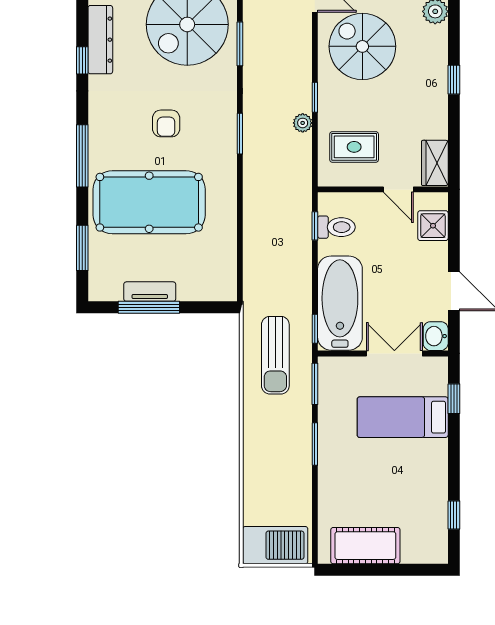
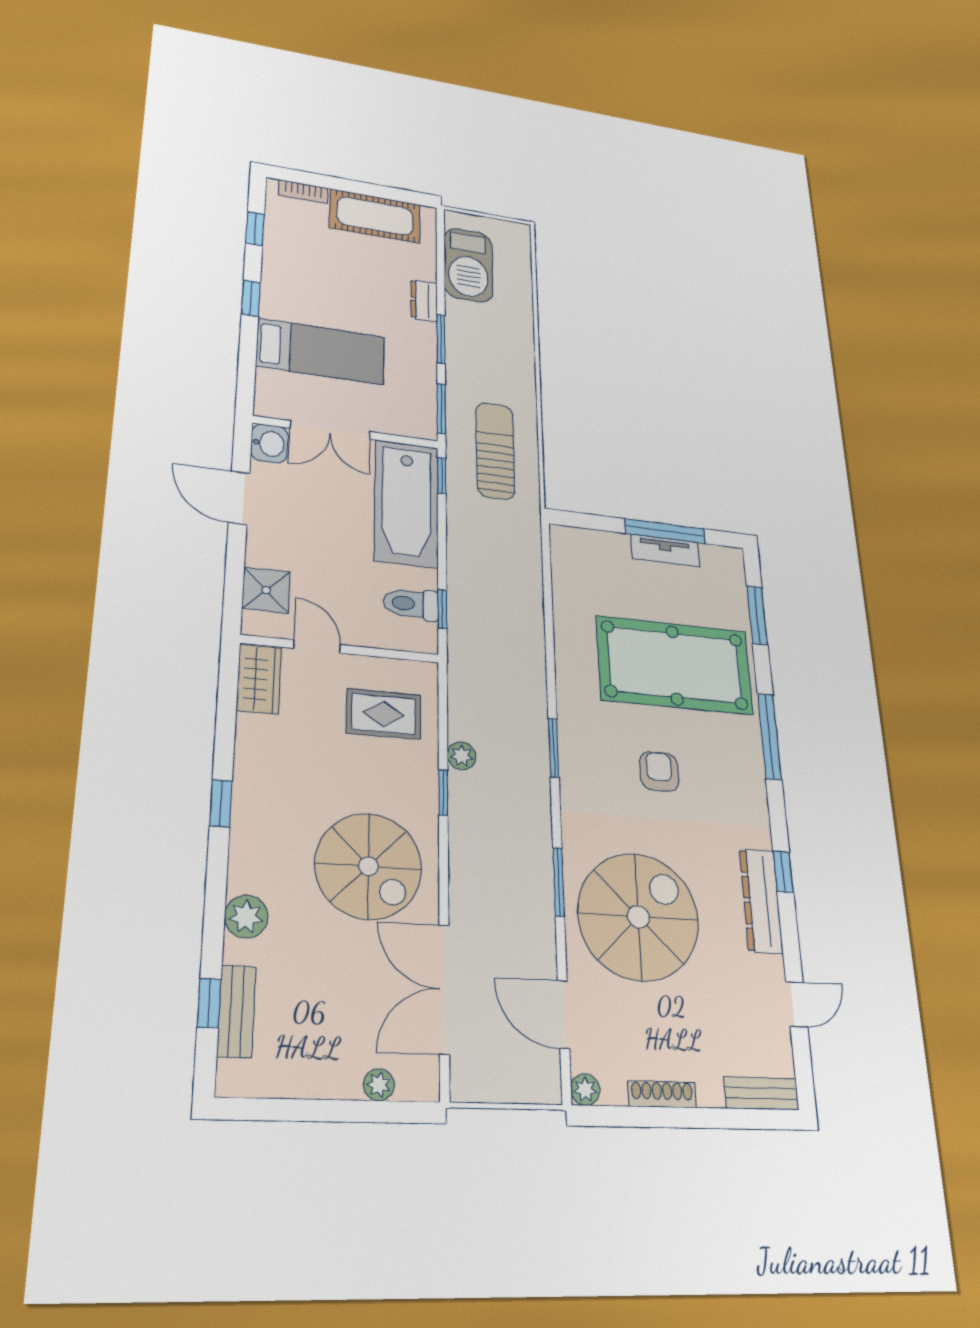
window: (454, 399) -> (251, 298), moved
dresser: (328, 476) -> (424, 301), added
barbecue: (275, 545) -> (468, 265), moved, turned -90
bookcase: (420, 557) -> (303, 192), added

